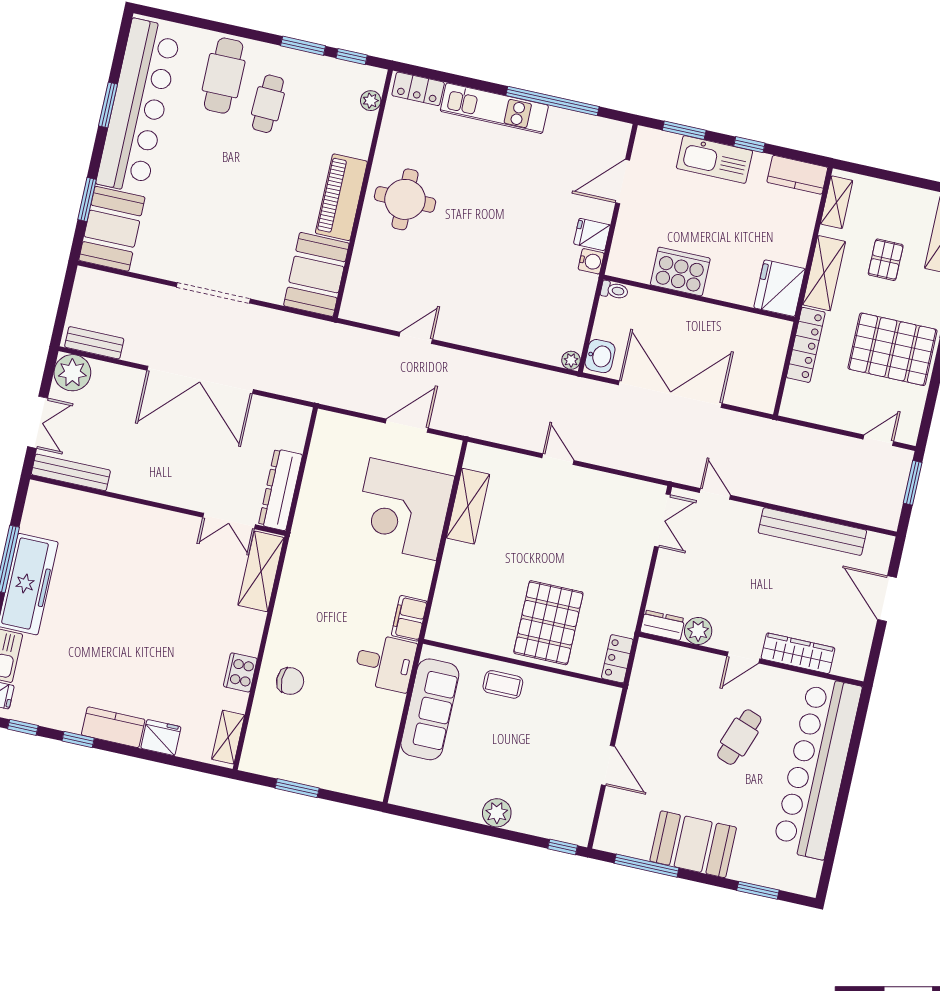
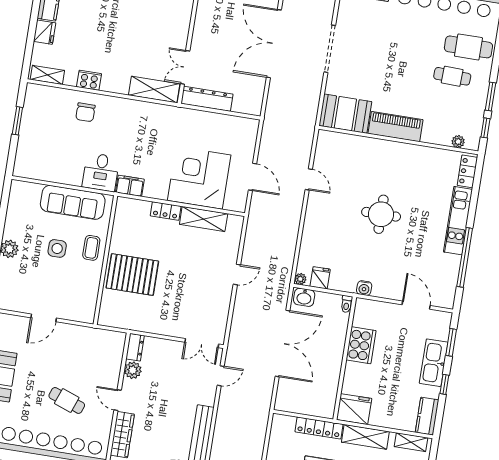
round table: (405, 199) -> (381, 214), moved
fridge: (592, 234) -> (320, 278), moved
locker: (617, 659) -> (166, 211), moved, turned 180
side table: (501, 738) -> (57, 248), added

